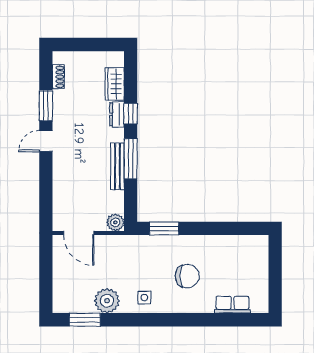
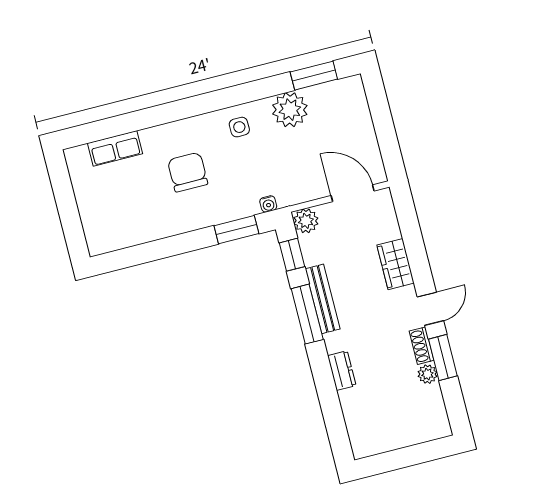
shoe rack: (58, 77) -> (422, 346), moved
wardrobe: (115, 84) -> (396, 264), moved, turned 180
plant: (59, 97) -> (427, 374), added
window: (131, 114) -> (292, 255), moved
water cooler: (138, 240) -> (268, 204), added
chair: (187, 276) -> (188, 172), turned 90

